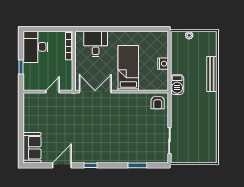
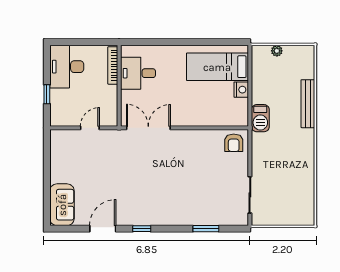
desk: (96, 44) -> (138, 73), moved, turned -90
bed: (128, 68) -> (217, 67), moved, turned -90

